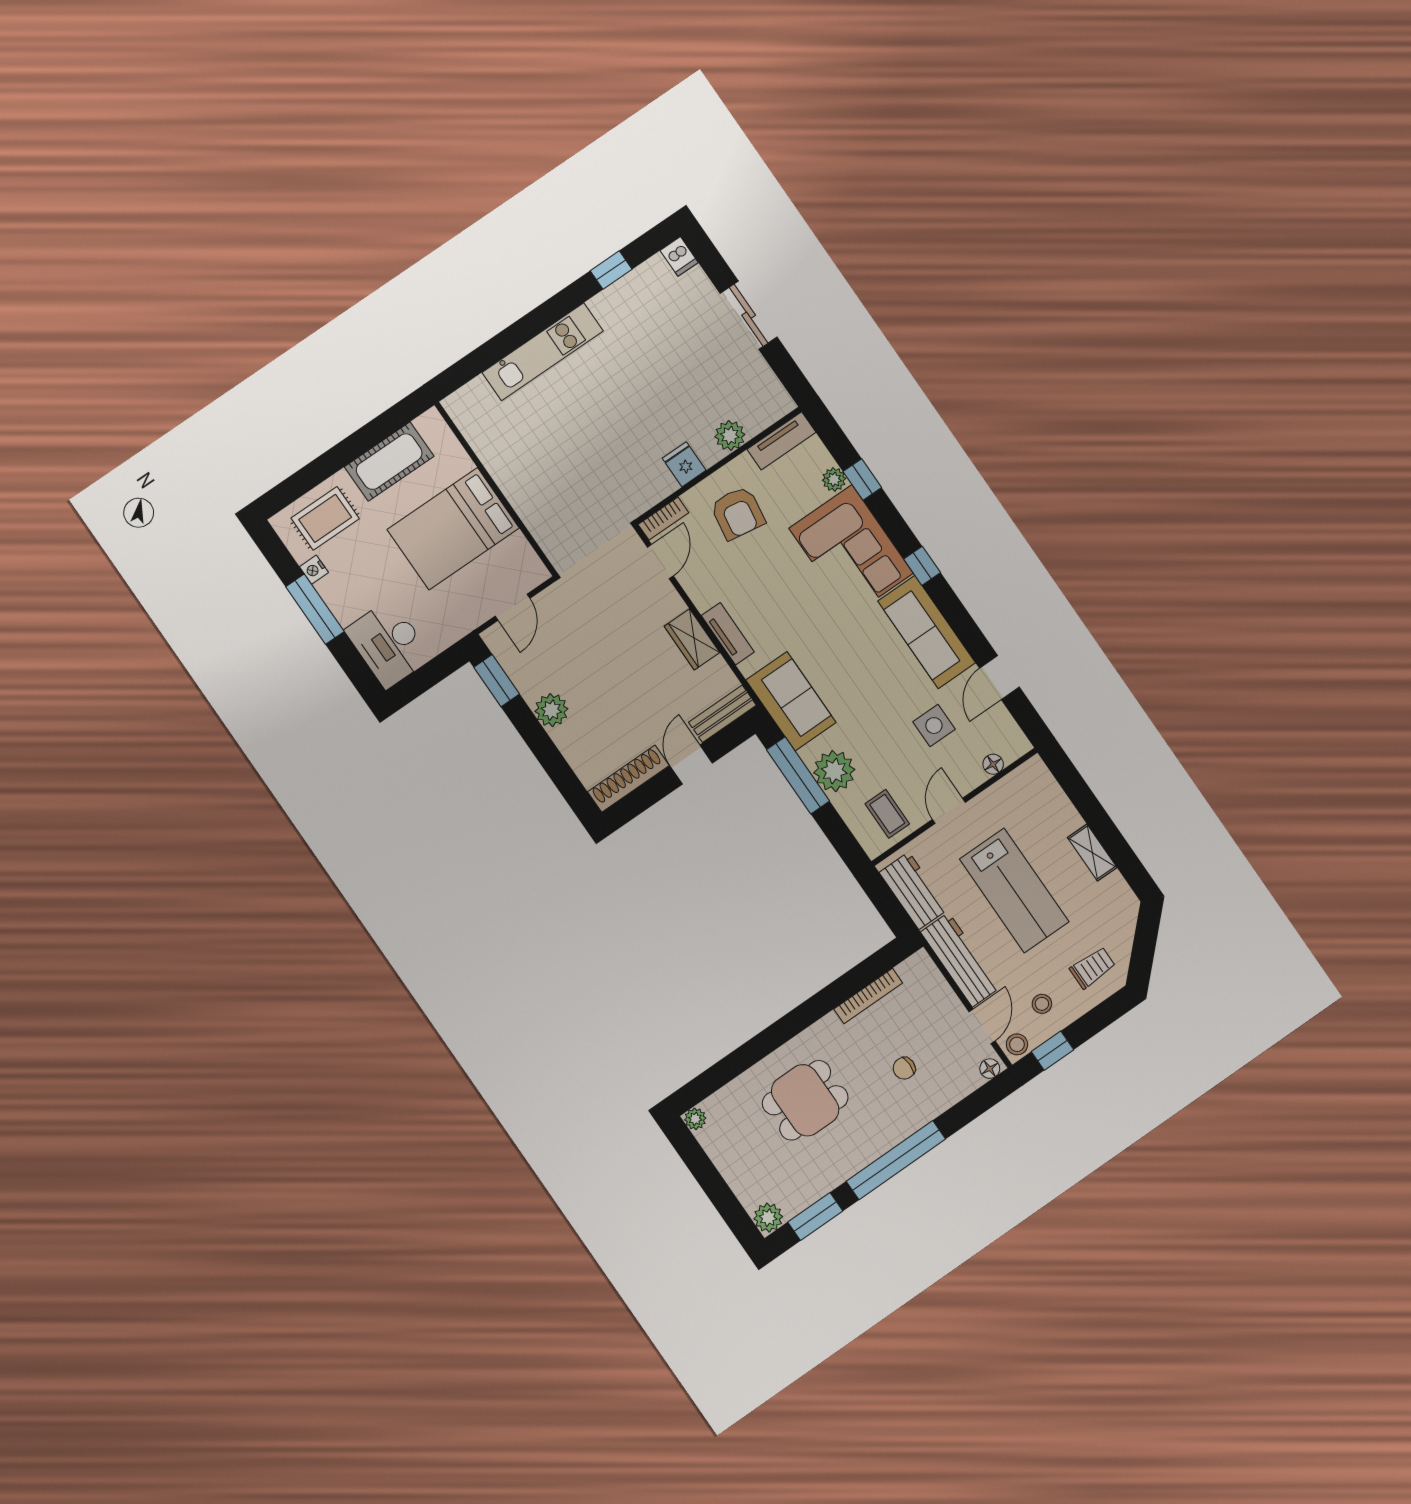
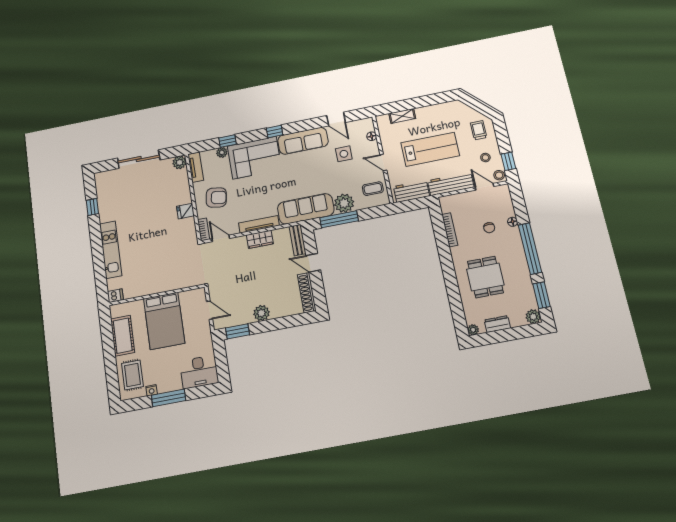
dishwasher: (679, 256) -> (115, 296), moved
sliding door: (749, 315) -> (139, 159), width x1.37
plant: (730, 436) -> (180, 162), moved
tv unit: (728, 634) -> (259, 224), width x1.41
sofa: (791, 701) -> (306, 209), width x1.36
shelving: (1092, 852) -> (402, 116), moved
floor lamp: (990, 1069) -> (513, 222), moved
dresser: (725, 1158) -> (497, 324), added

